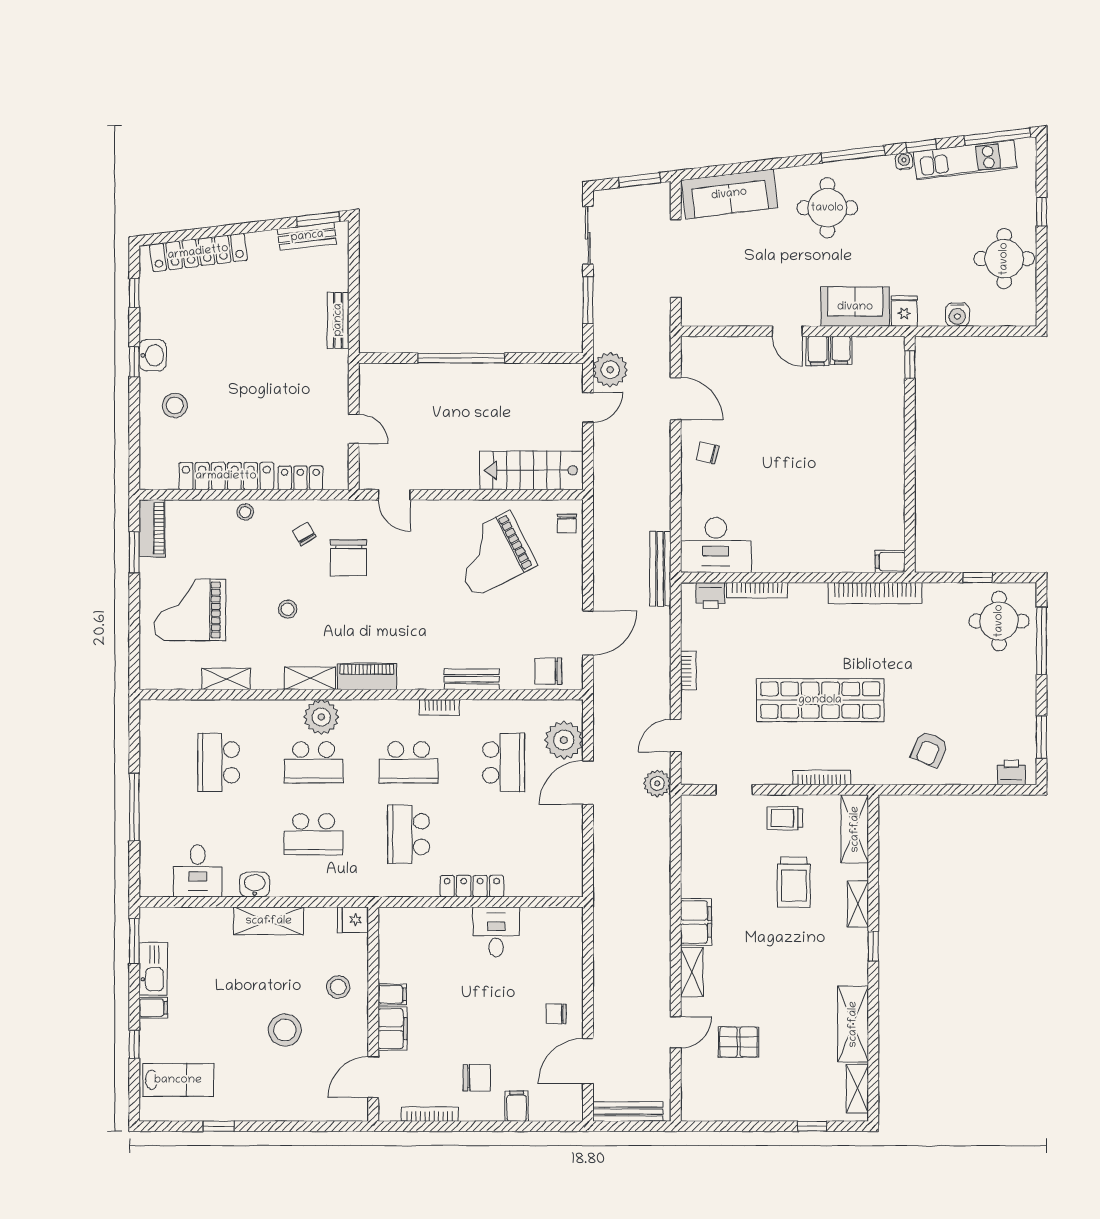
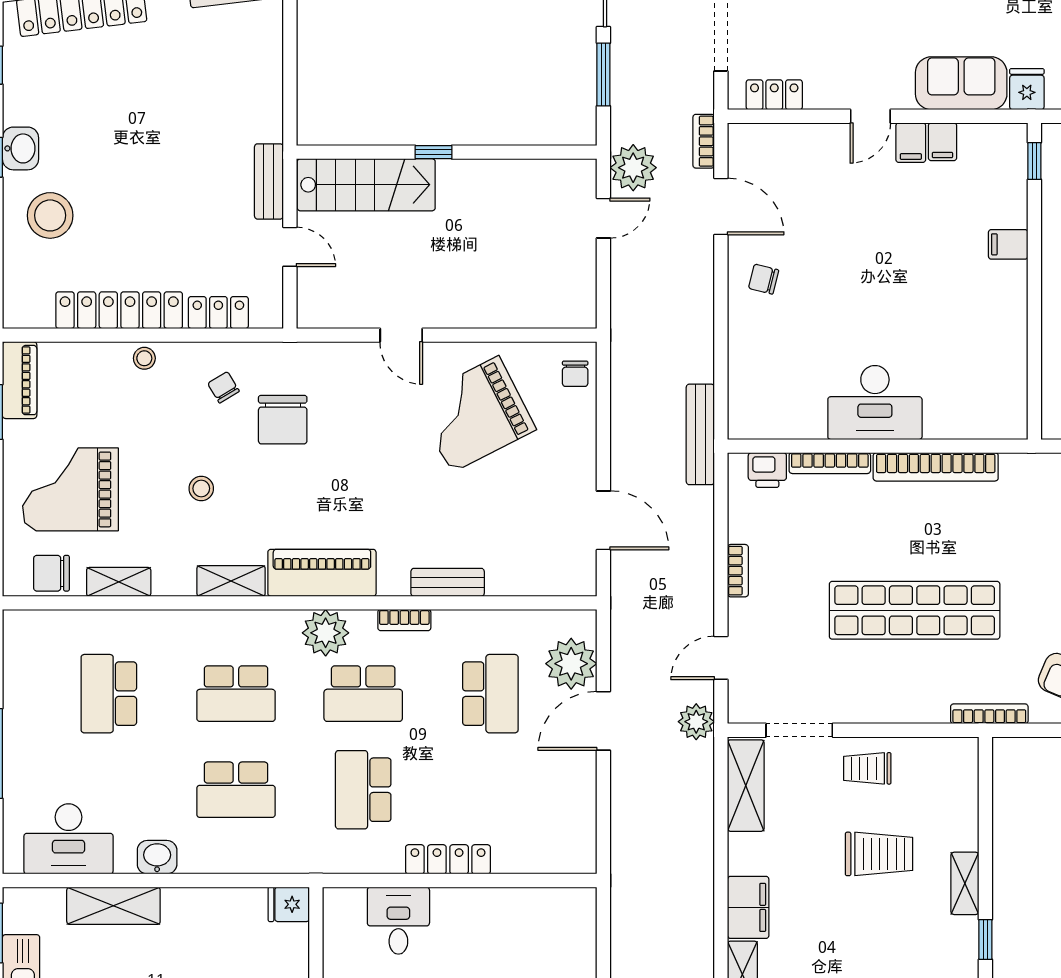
locker: (716, 315) -> (774, 95), added
bench: (338, 320) -> (269, 181), moved
door: (787, 331) -> (870, 116), hinge flipped
bookcase: (663, 350) -> (704, 141), added
window: (461, 358) -> (434, 152), width x0.32
stool: (175, 405) -> (50, 215), width x1.38, depth x1.38
stairs: (531, 470) -> (366, 185), moved, turned 180
door: (394, 495) -> (401, 335), moved
desk: (716, 545) -> (875, 403), moved
filing cabinet: (890, 562) -> (1008, 244), moved
bookcase: (875, 593) -> (936, 467), moved
door: (588, 633) -> (603, 520), hinge flipped
chair: (548, 671) -> (51, 573), moved
piano: (367, 677) -> (322, 573), width x1.37, depth x1.33
plant: (321, 717) -> (326, 633), moved
bookcase: (822, 777) -> (989, 714), moved
doorway: (734, 790) -> (799, 730), width x1.38
shelving: (855, 829) -> (746, 786), moved
desk: (198, 871) -> (69, 839), width x1.37
trolley: (794, 882) -> (879, 854), turned -90
shelving: (269, 921) -> (113, 906), moved
desk: (496, 932) -> (398, 921), moved

